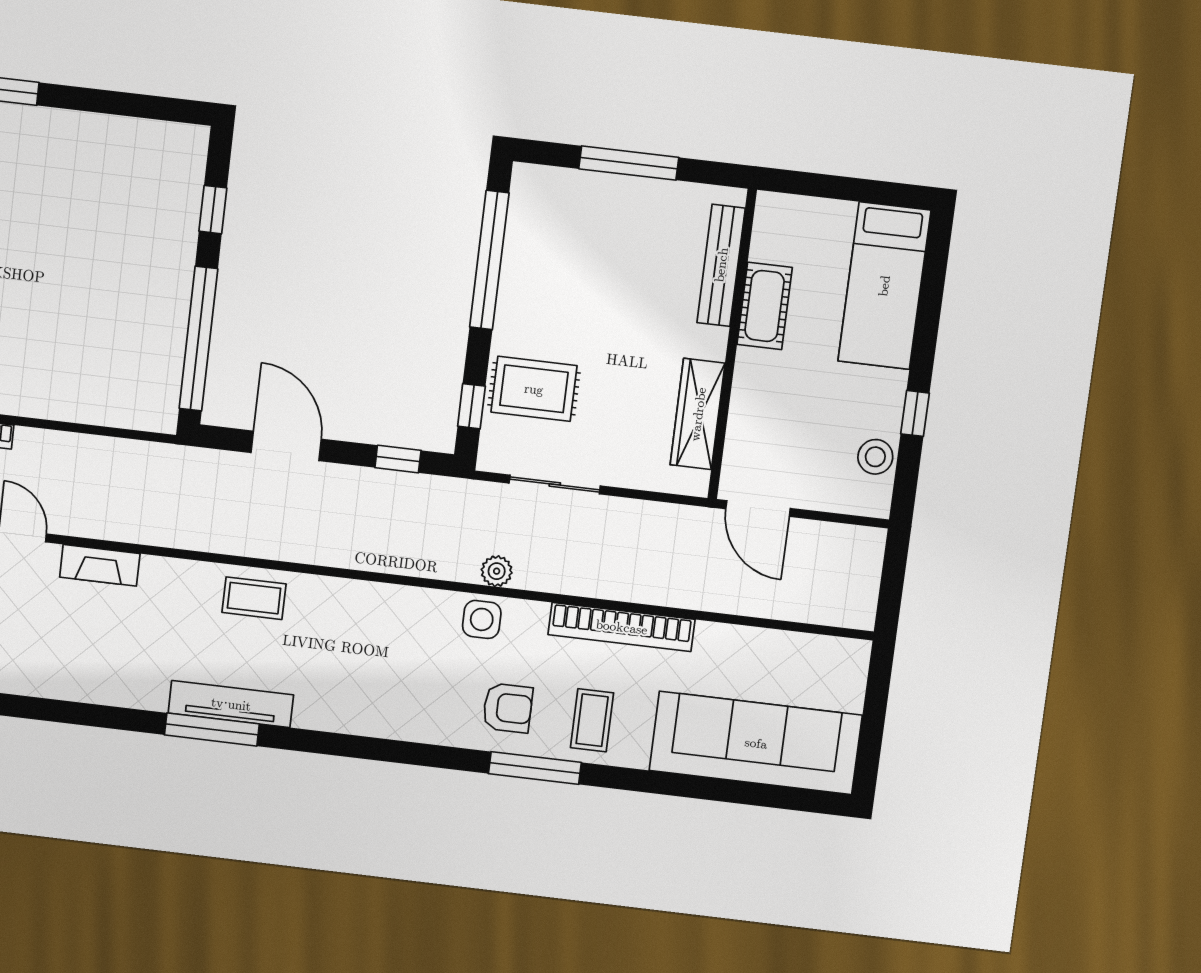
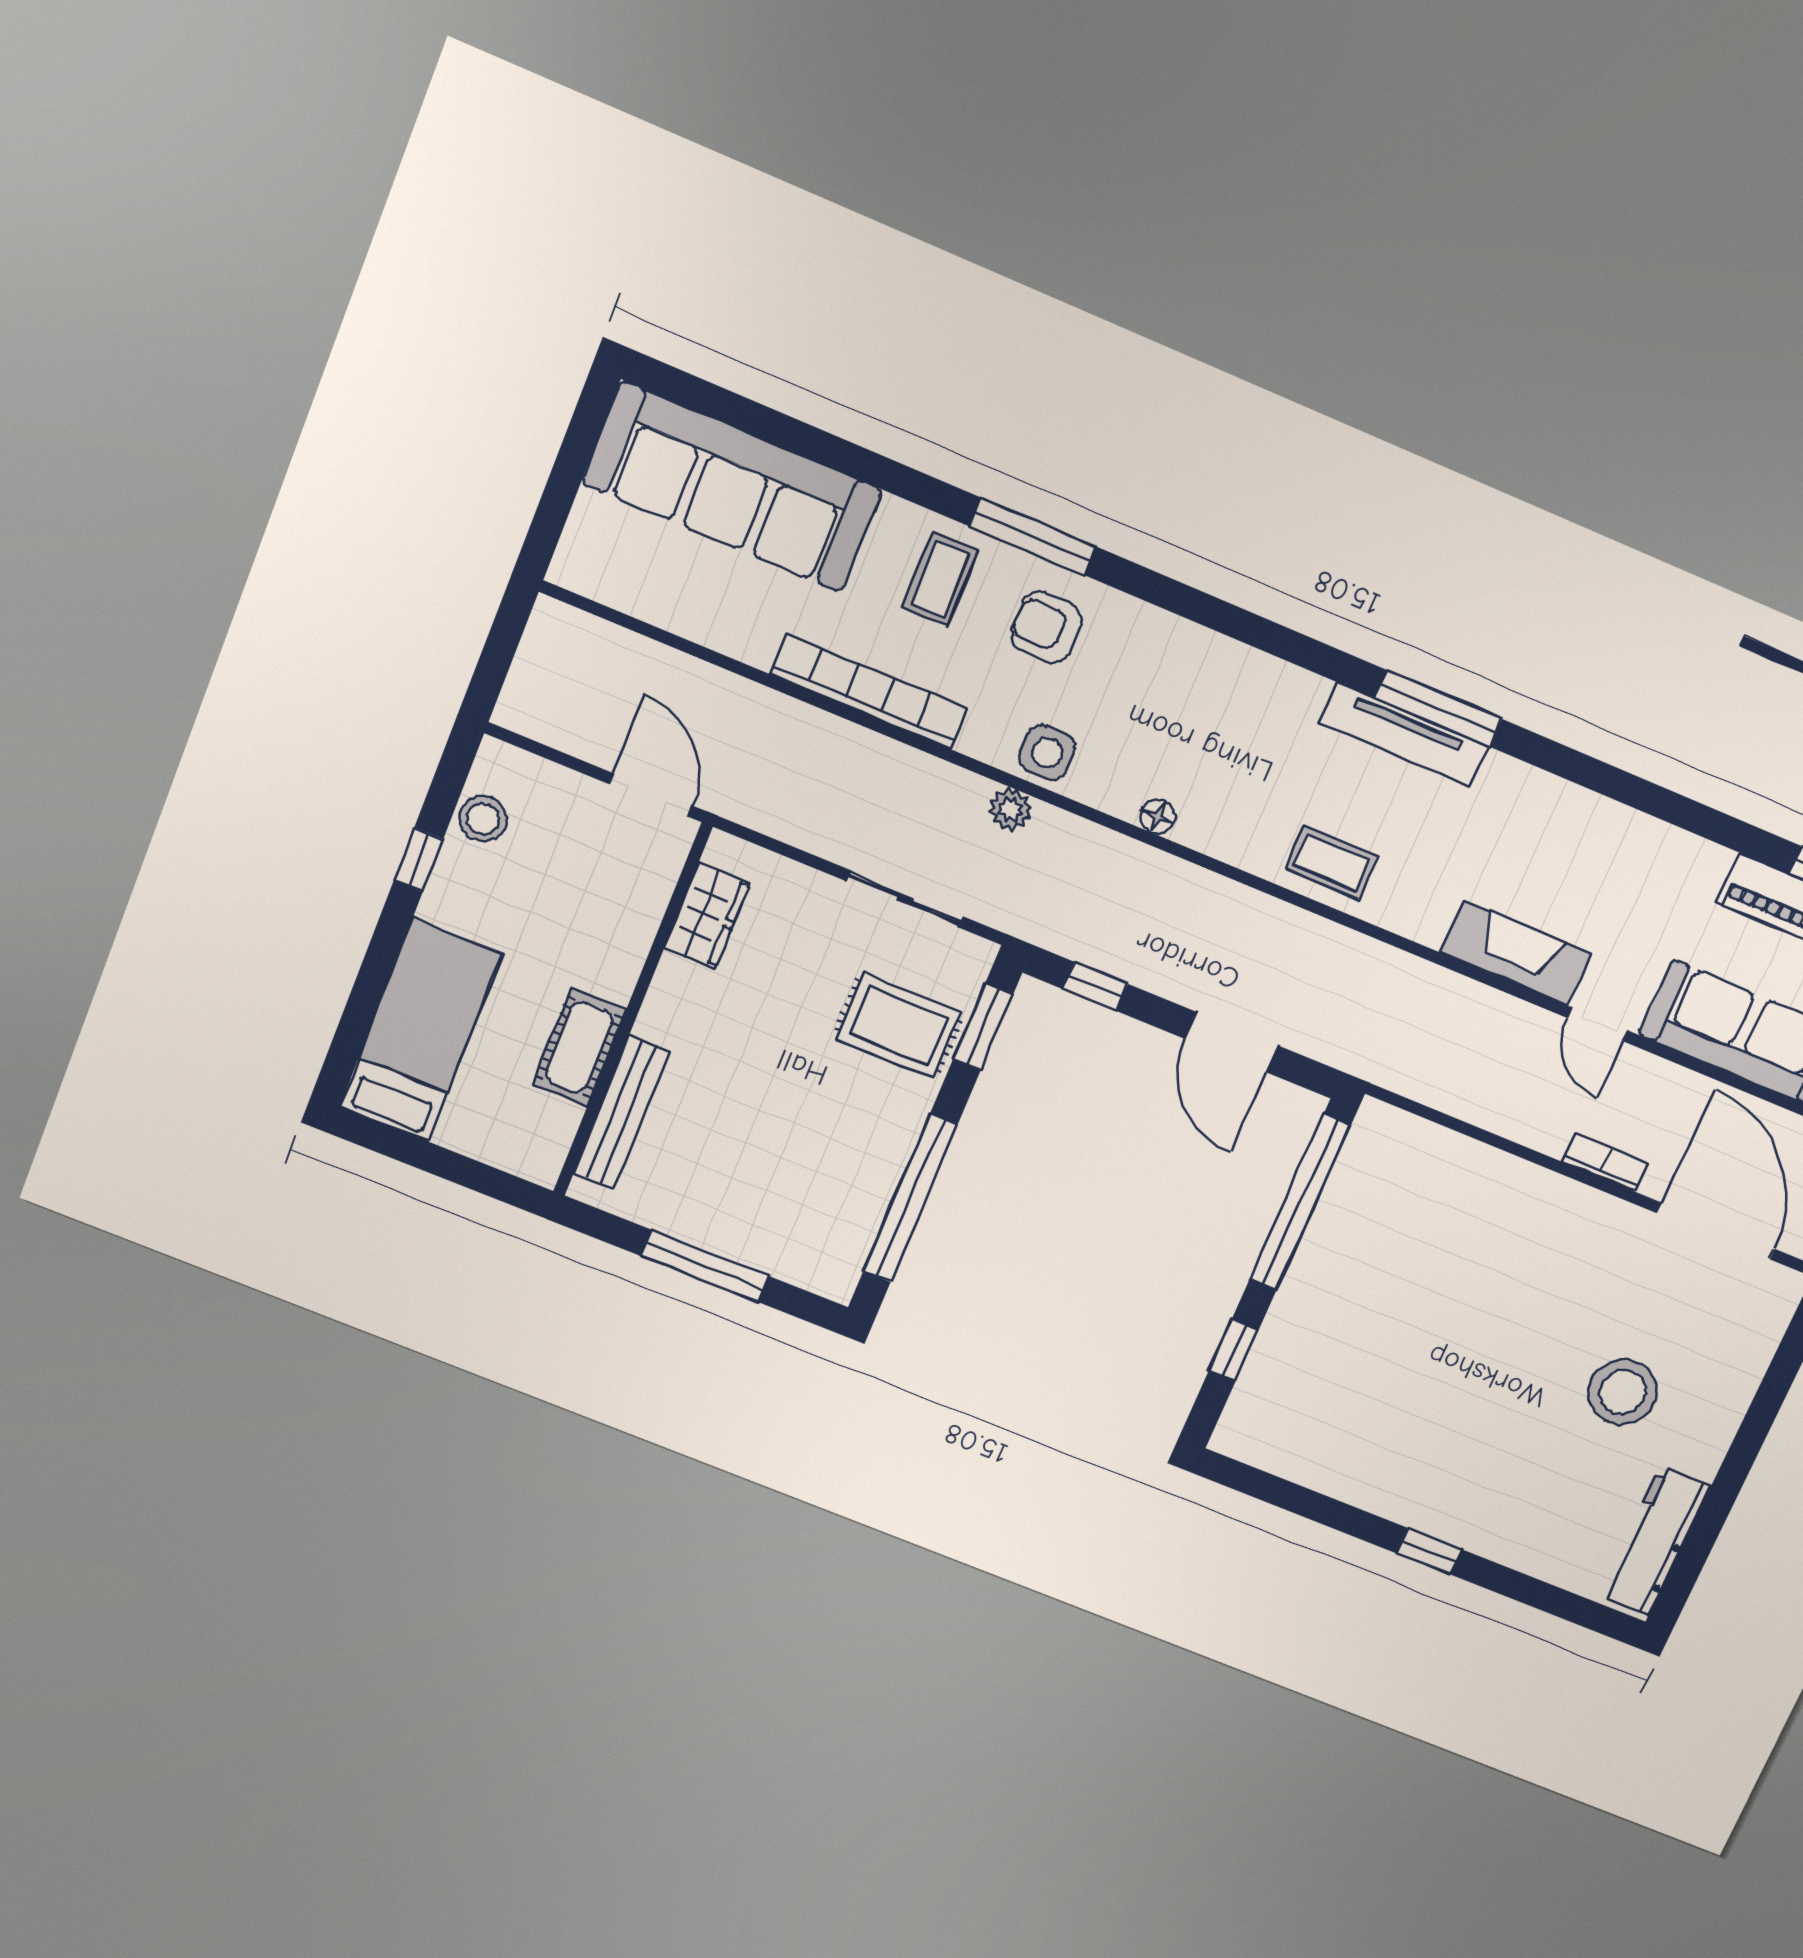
window: (471, 406) -> (983, 1026), width x1.50
wardrobe: (698, 414) -> (707, 915), width x0.67
fireplace: (100, 565) -> (1516, 953), width x1.37, depth x1.32
floor lamp: (389, 596) -> (1158, 816), added

